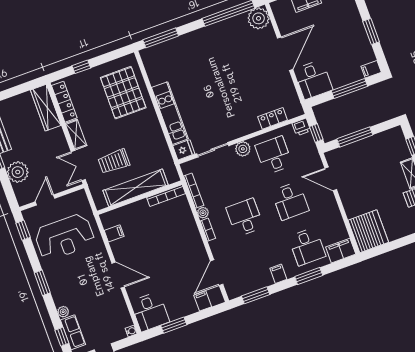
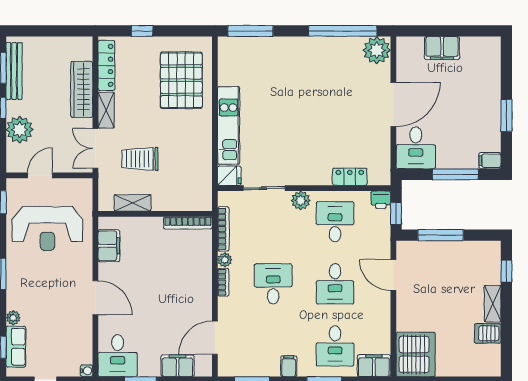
wardrobe: (46, 108) -> (82, 89), moved
shelving: (136, 188) -> (132, 203), width x0.45, depth x0.75
filing cabinet: (114, 233) -> (109, 246), width x2.00
filing cabinet: (203, 301) -> (178, 366), width x2.00

